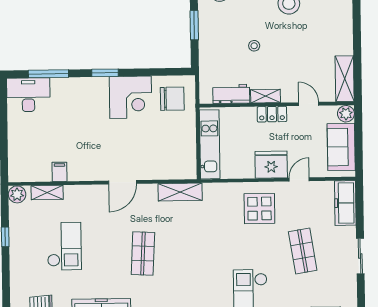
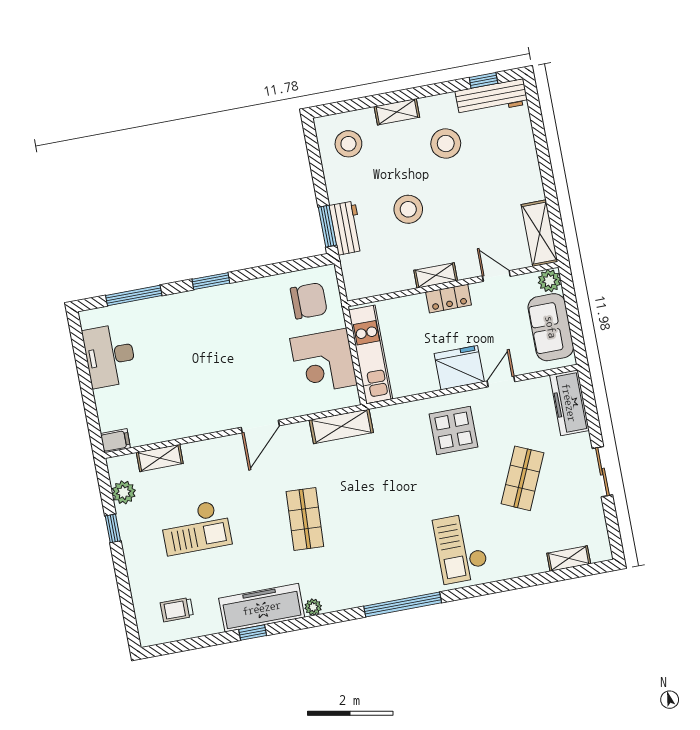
window: (194, 25) -> (327, 226), moved
stool: (254, 46) -> (408, 209), width x1.89, depth x1.89
workbench: (231, 94) -> (347, 228), moved, turned 90
desk: (28, 95) -> (110, 356), moved, turned -90
corner desk: (131, 97) -> (323, 362), moved, turned 90
filing cabinet: (60, 172) -> (115, 441), moved, turned 90
plant: (17, 194) -> (124, 492), moved
checkout: (64, 246) -> (196, 527), turned 90
shop shelf: (303, 251) -> (522, 478), turned 33

